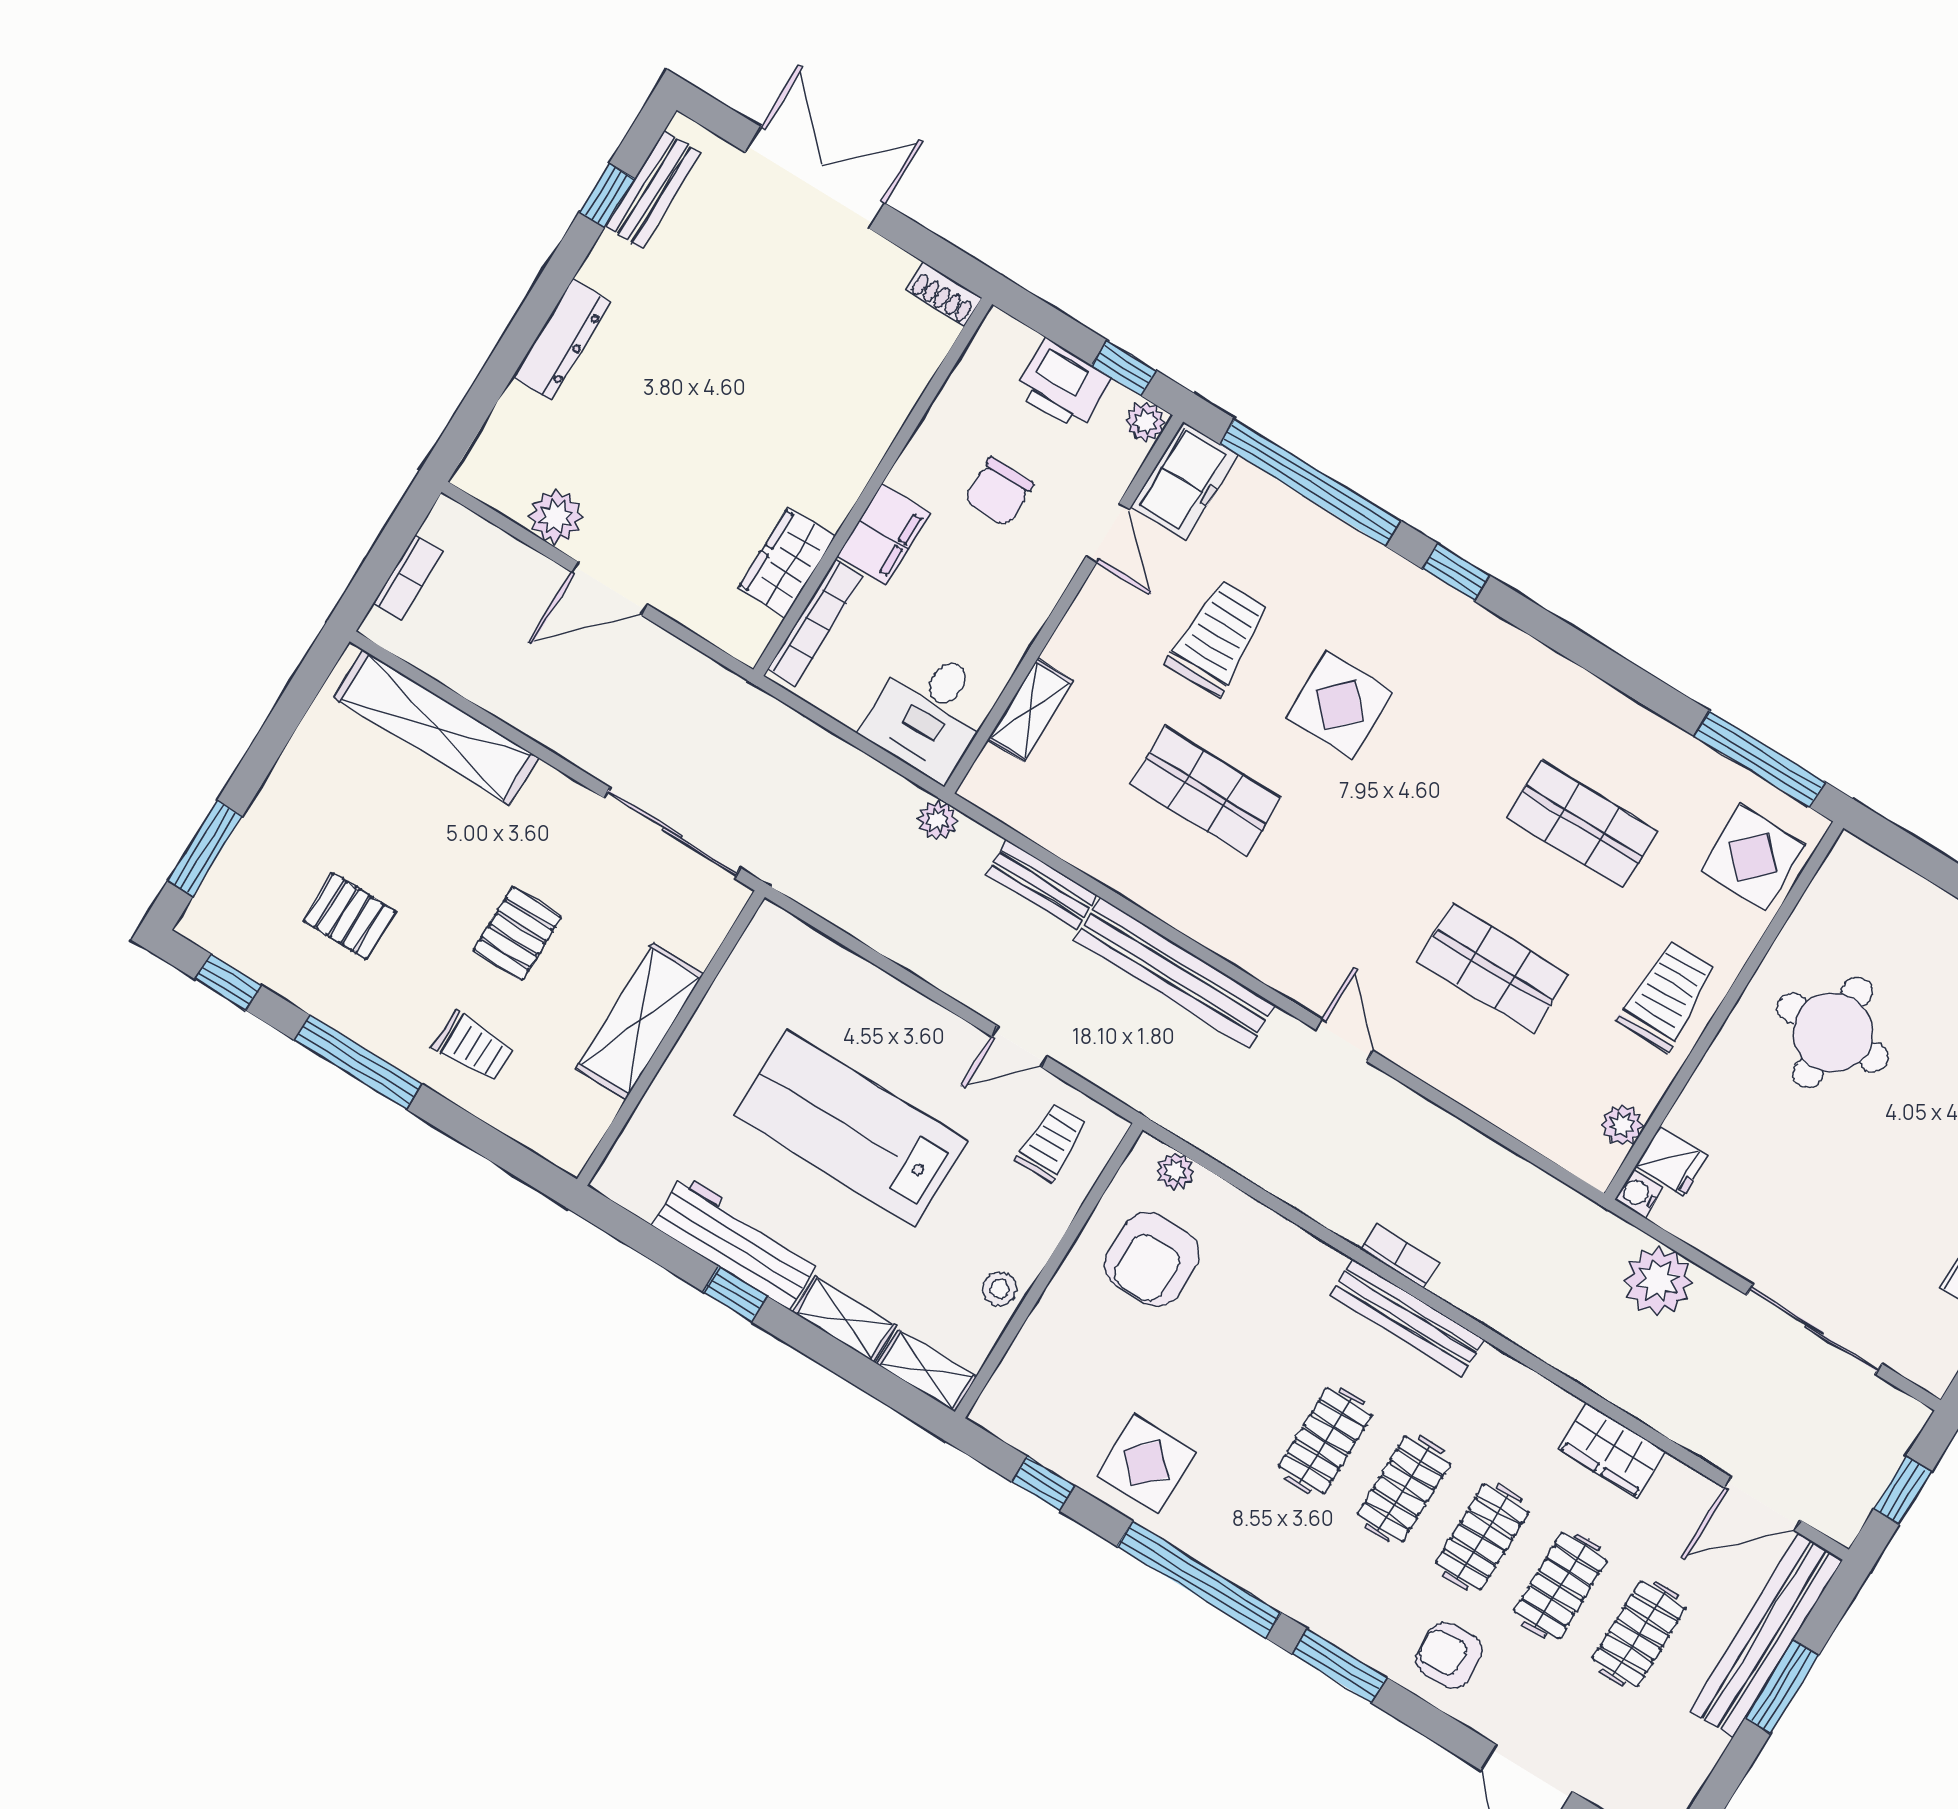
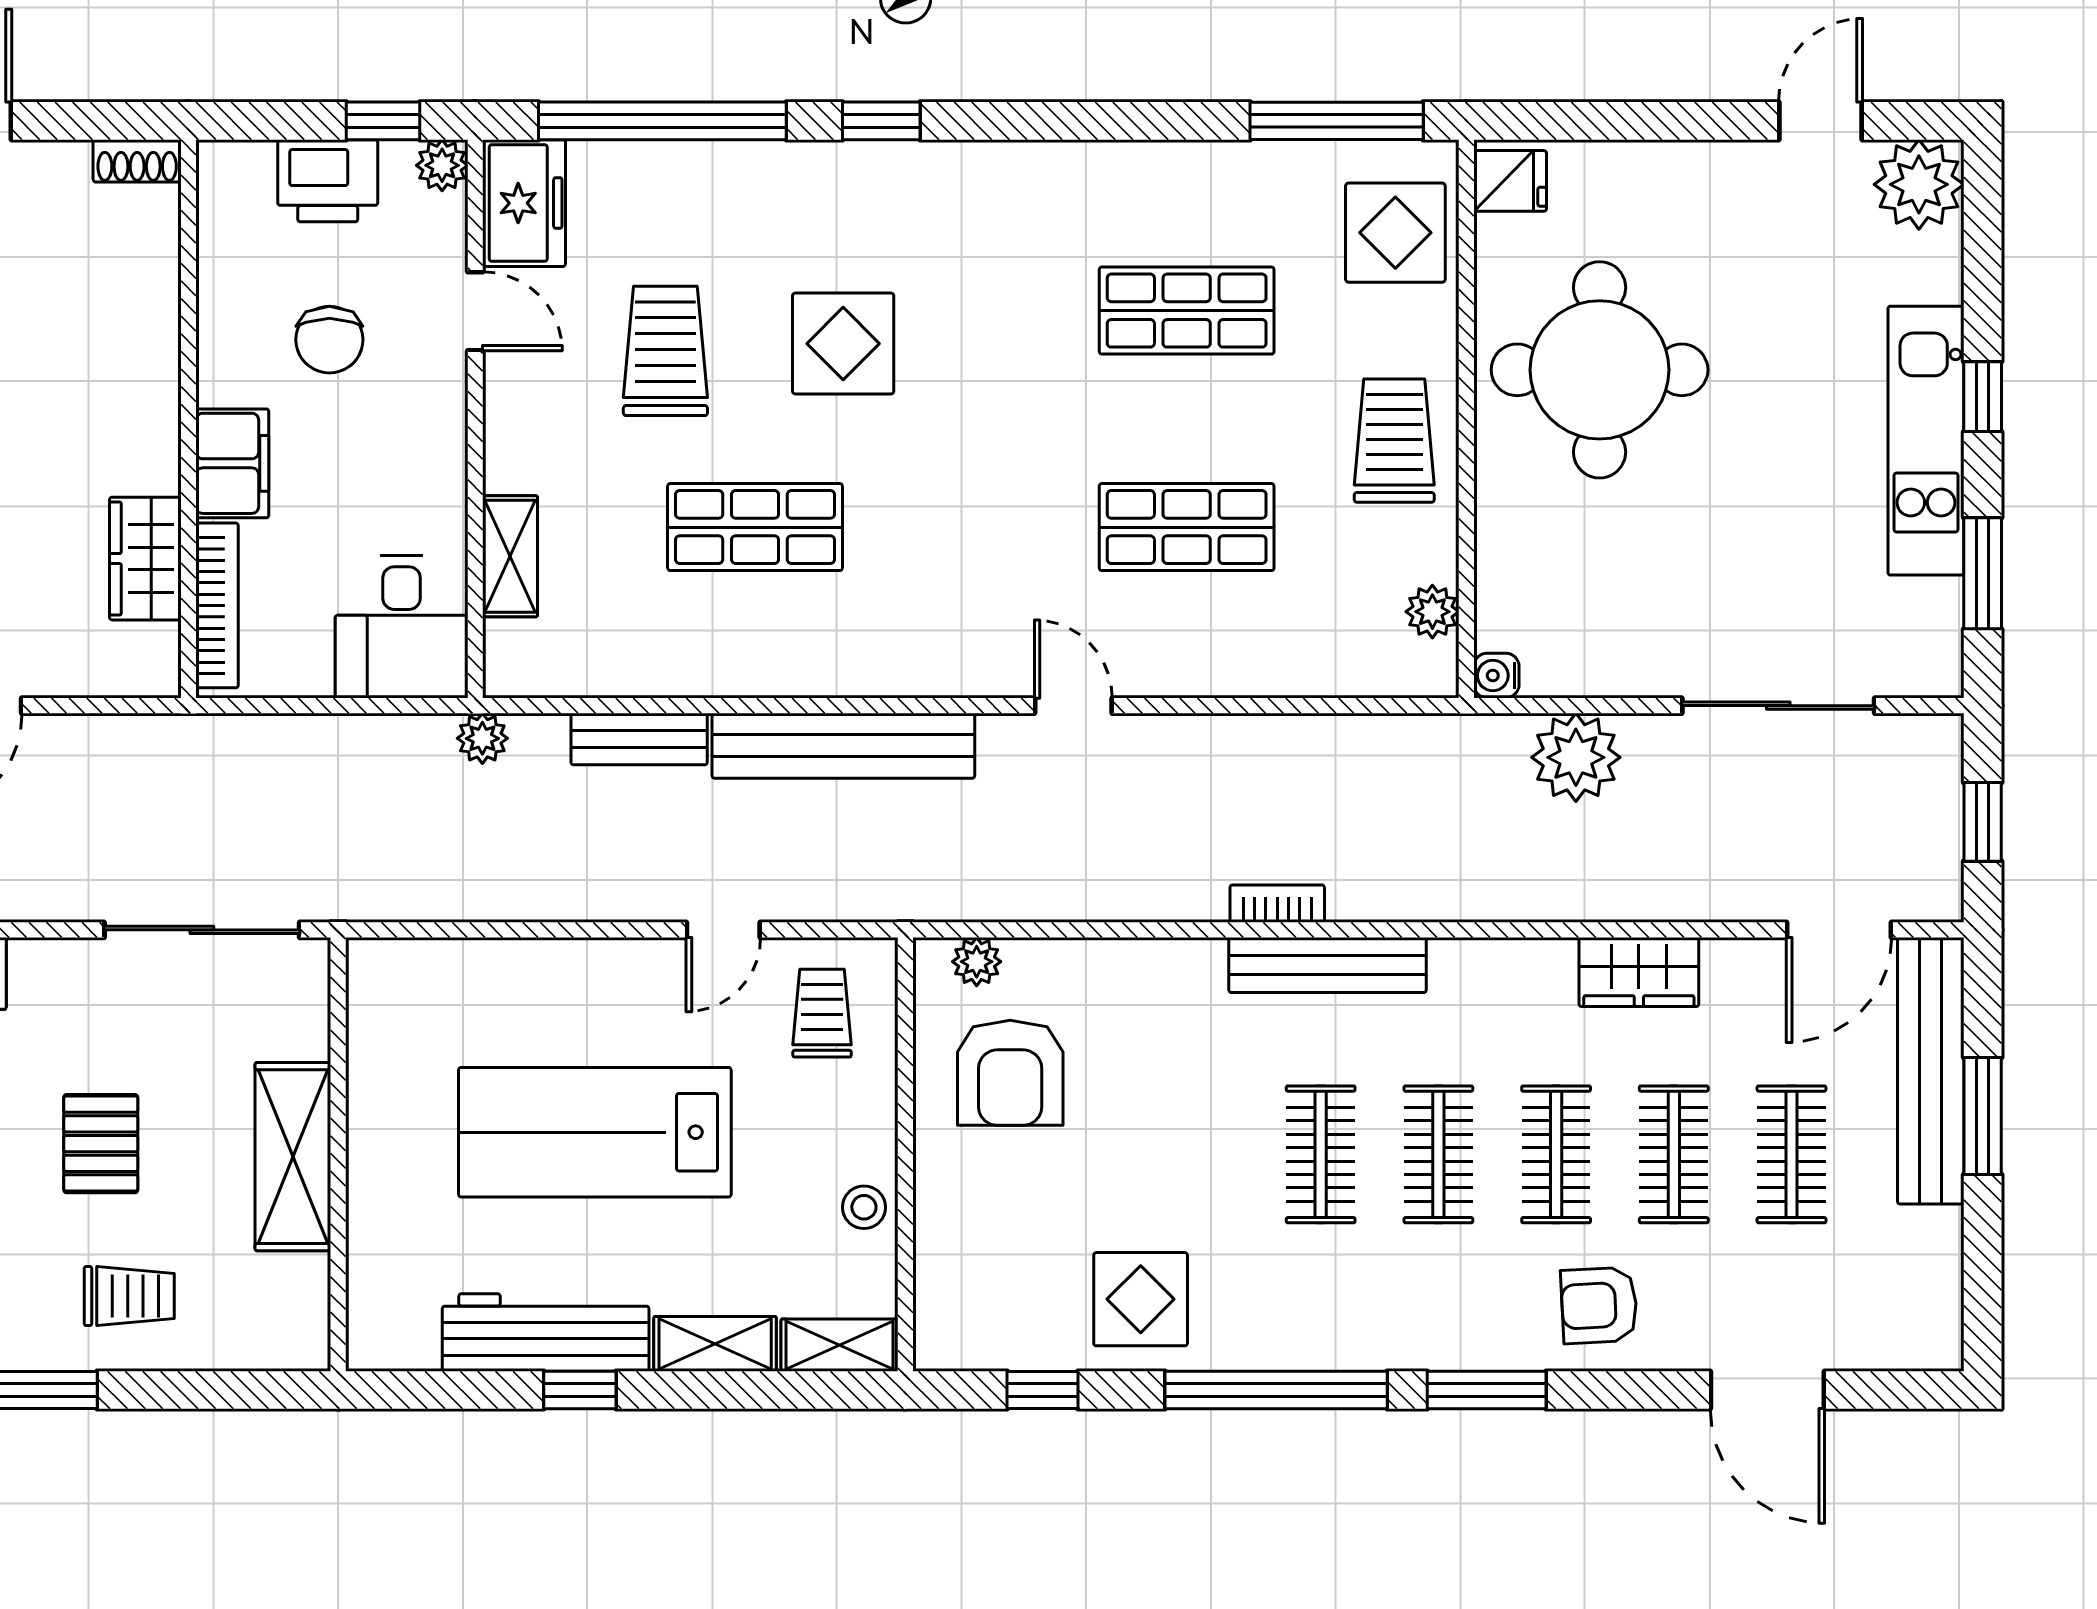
round table: (1833, 1032) -> (1600, 370), width x1.36, depth x1.36
fridge: (1672, 1161) -> (1510, 181), moved

